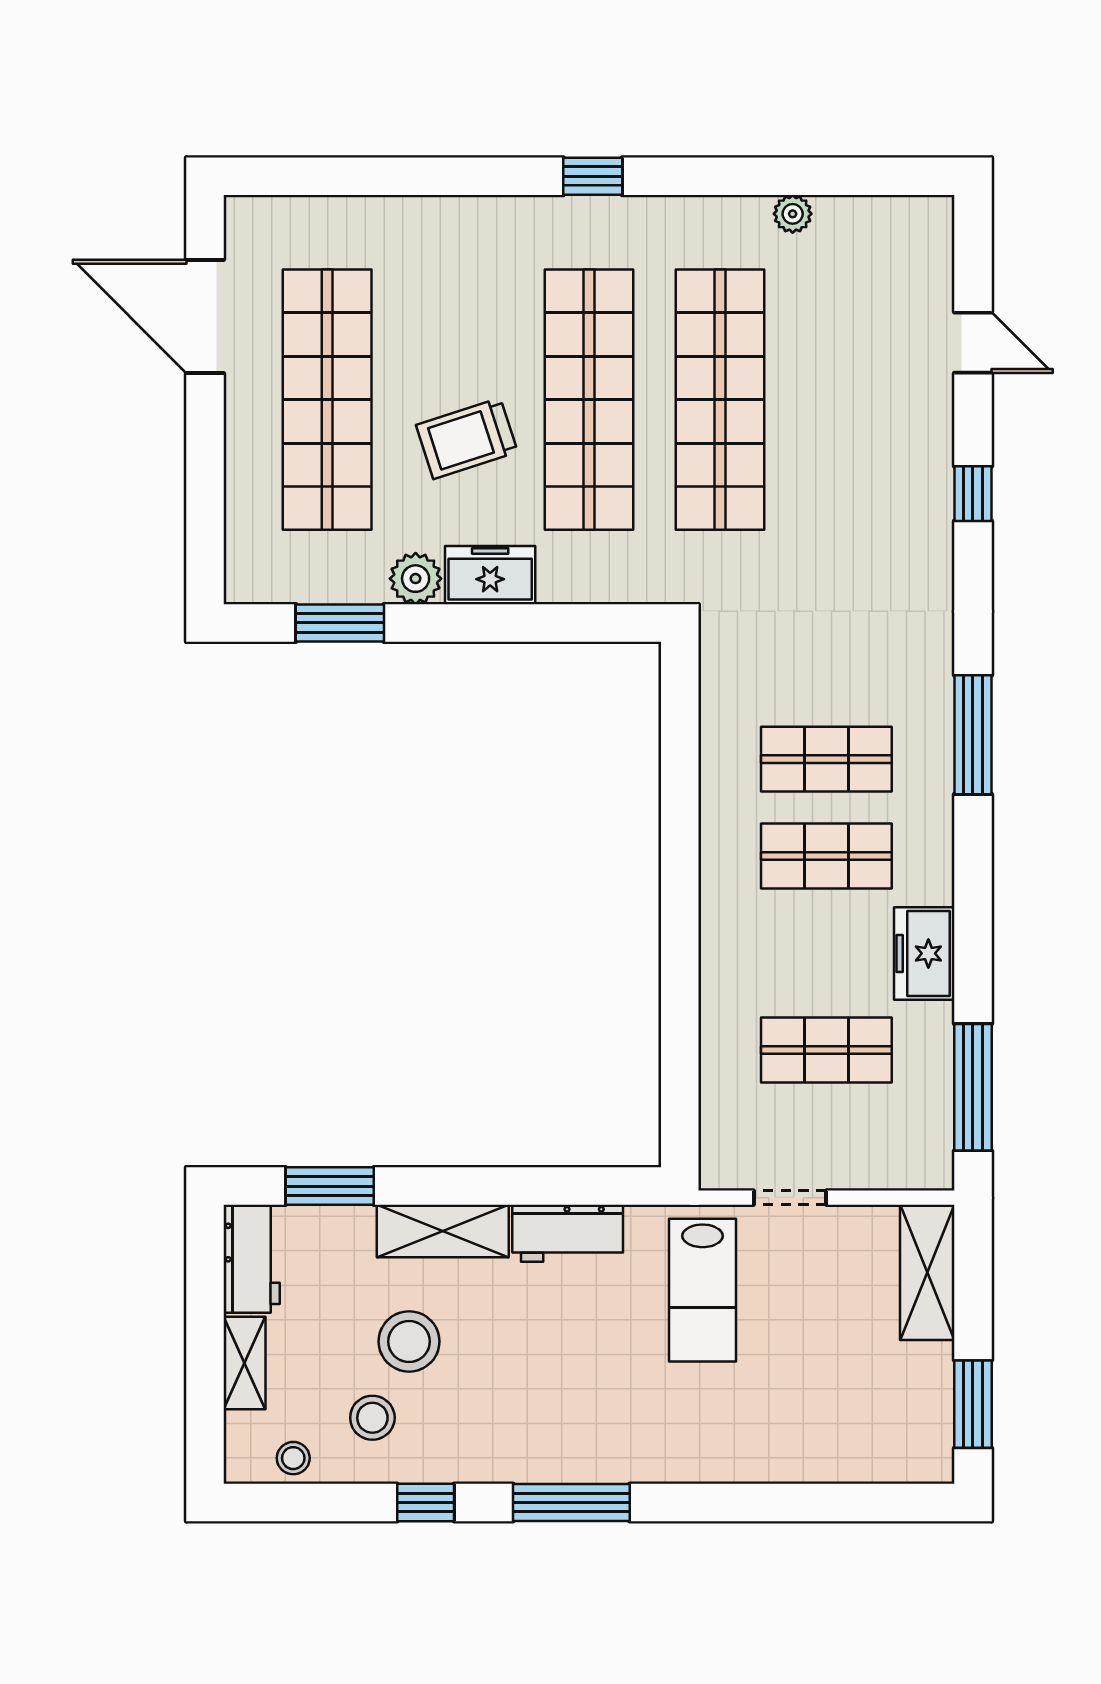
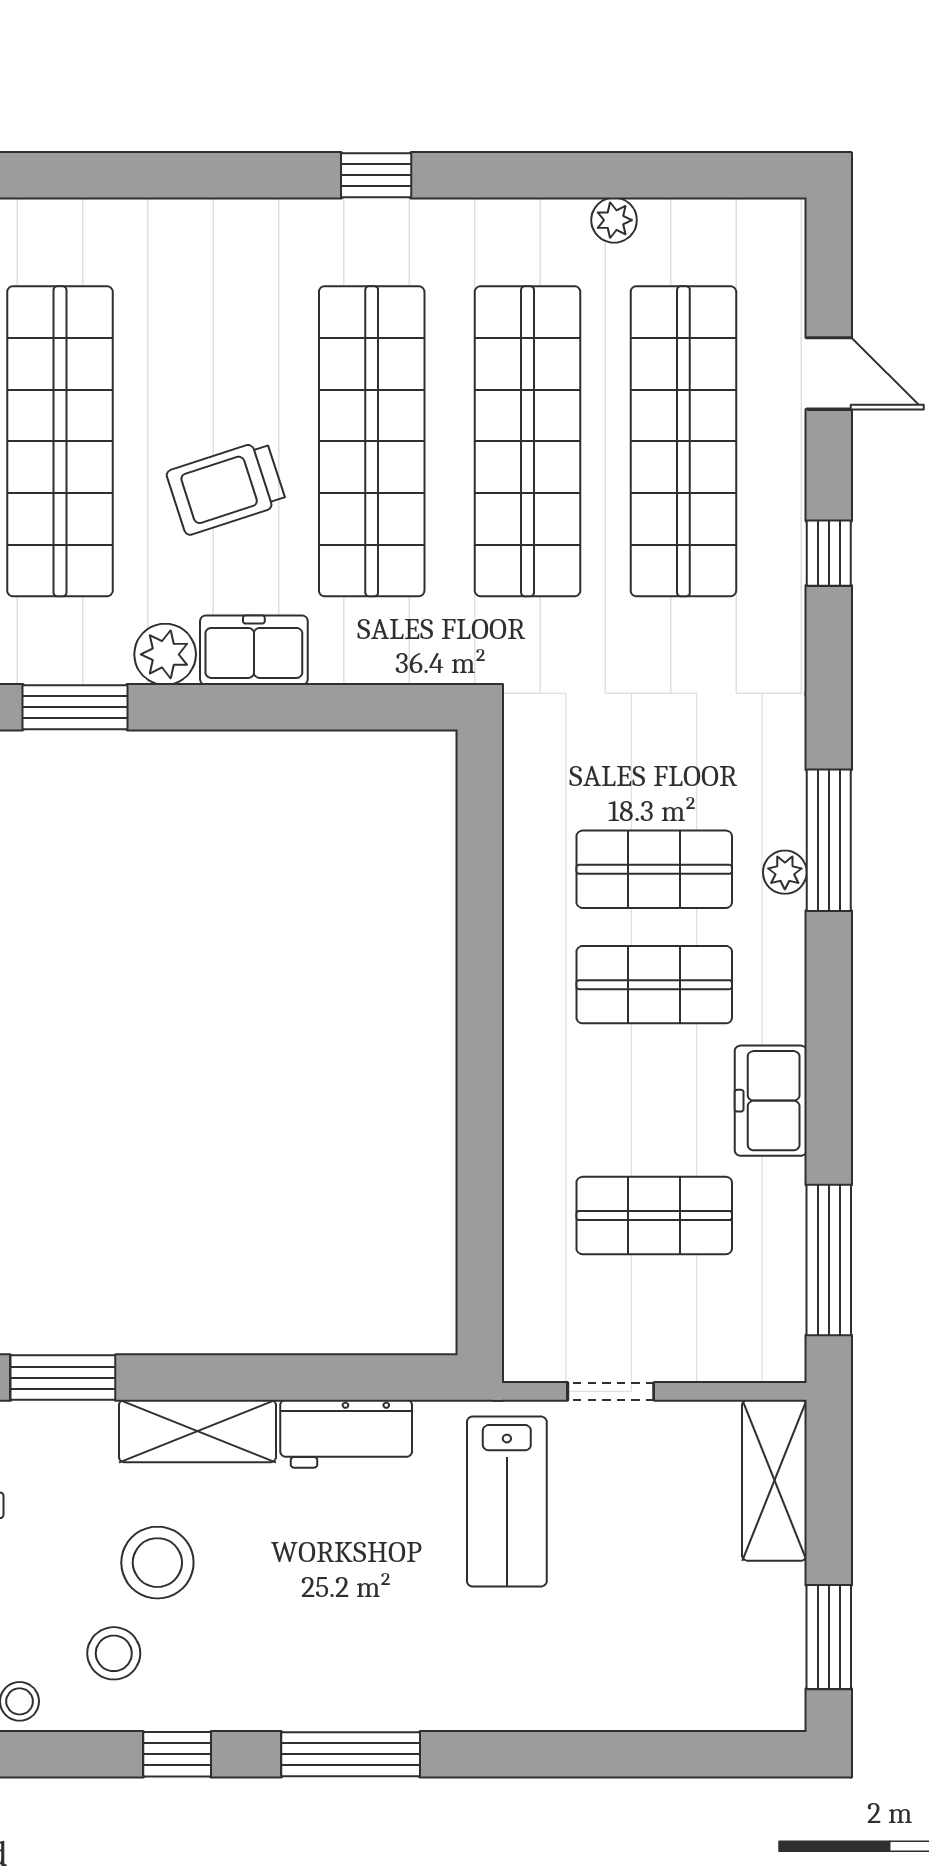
shop shelf: (851, 400) -> (683, 441), added
plant: (936, 762) -> (785, 872), added

